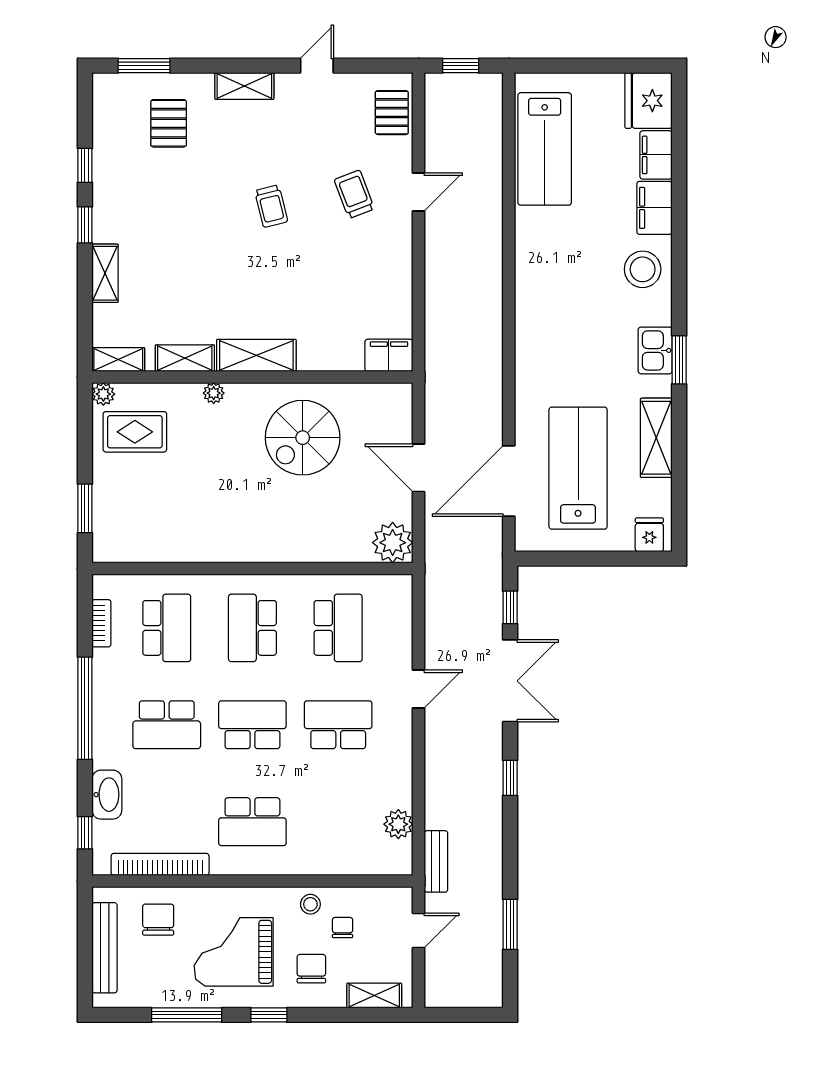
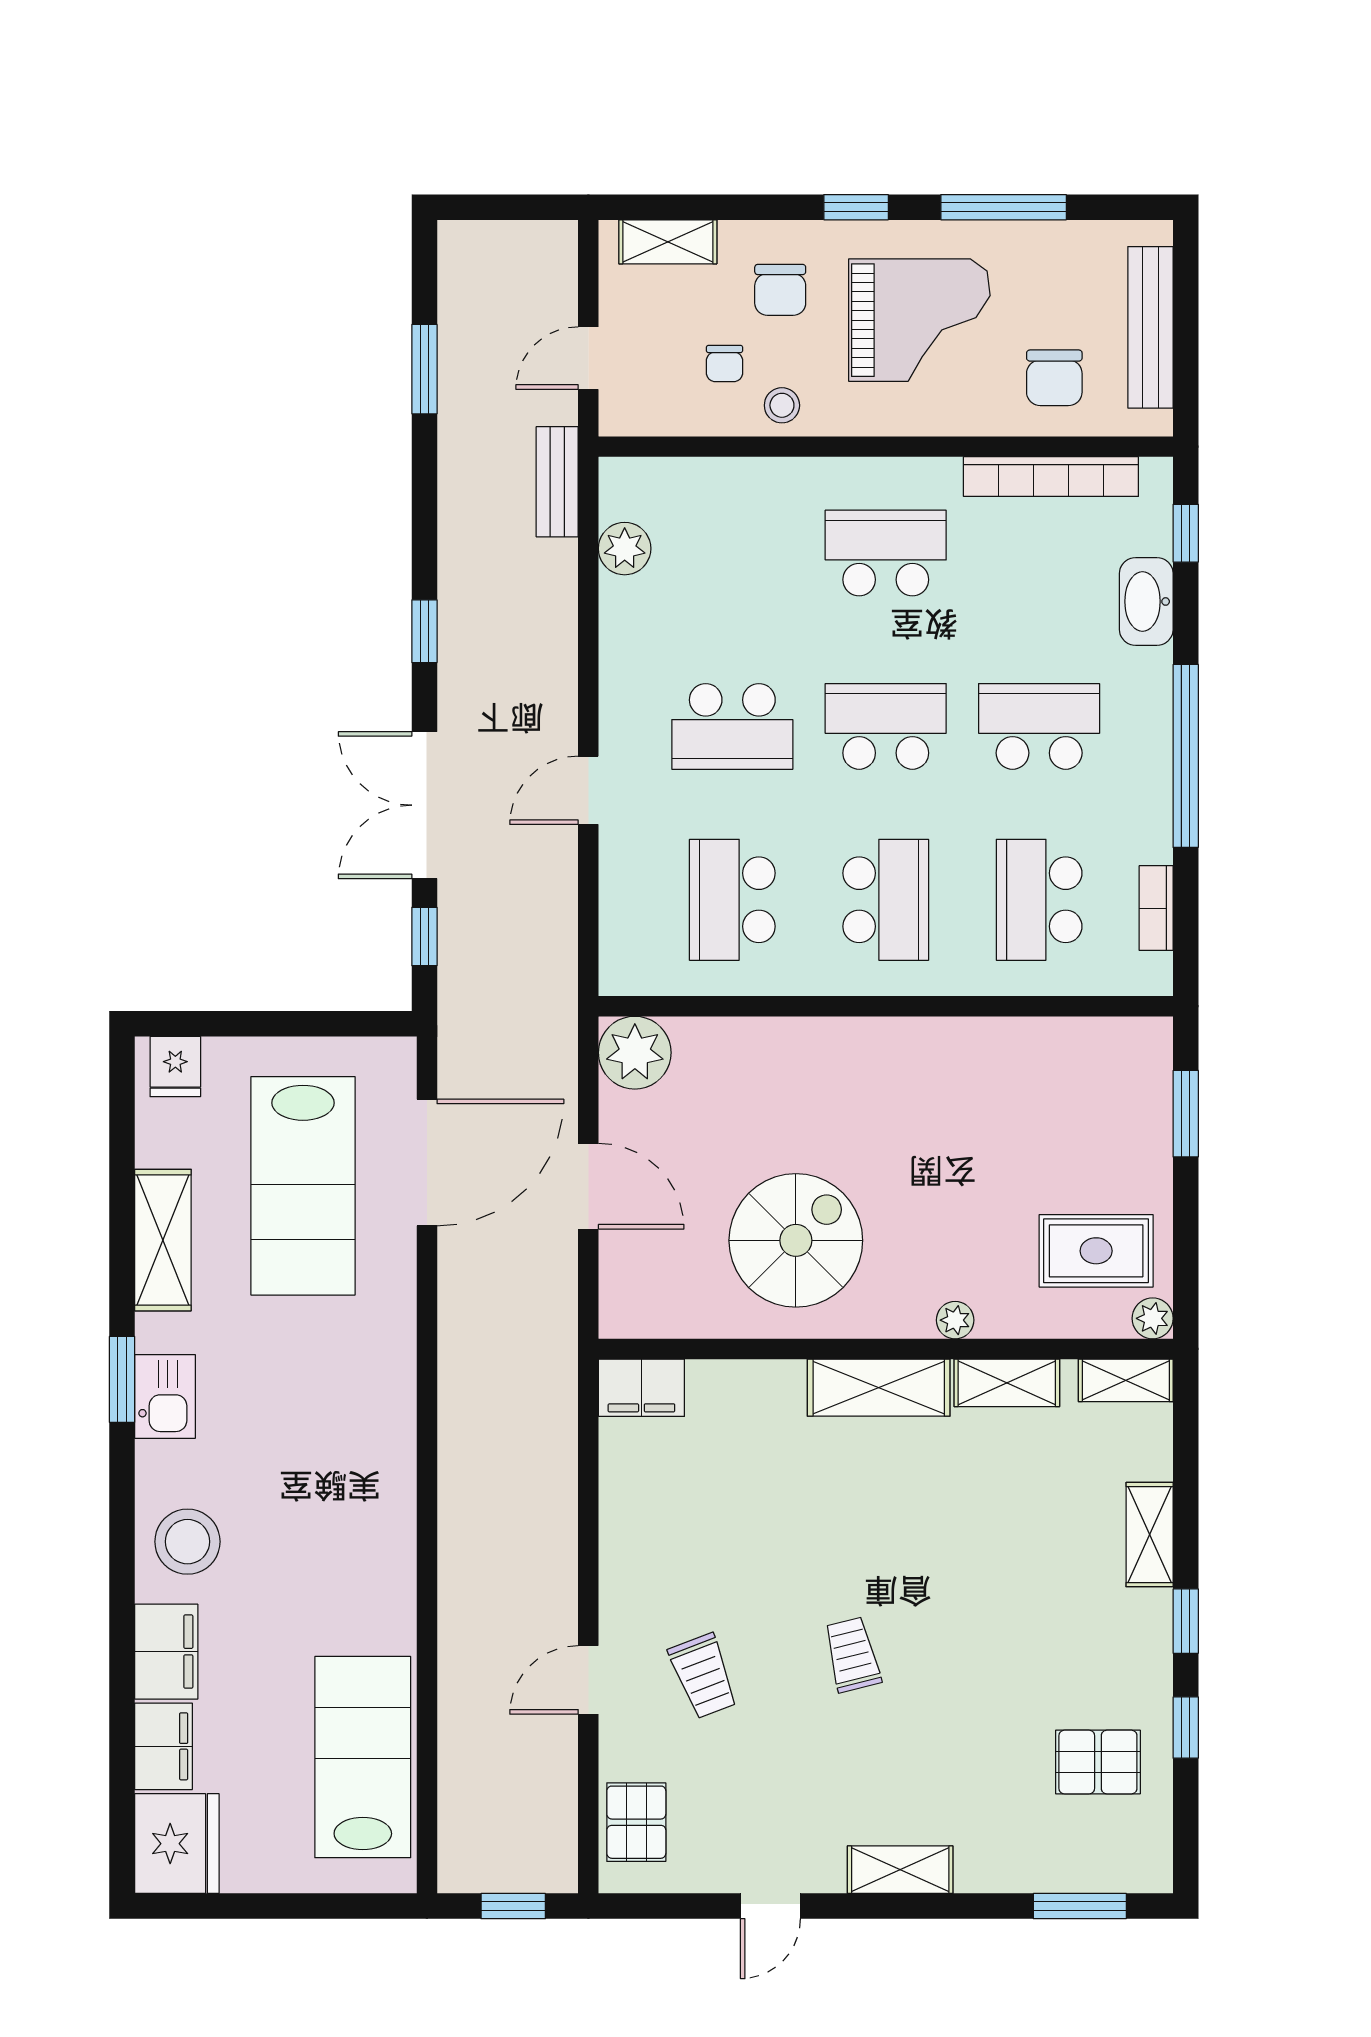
pallet: (169, 123) -> (1098, 1762), moved, turned 90
school desk: (252, 725) -> (886, 726), turned 180

